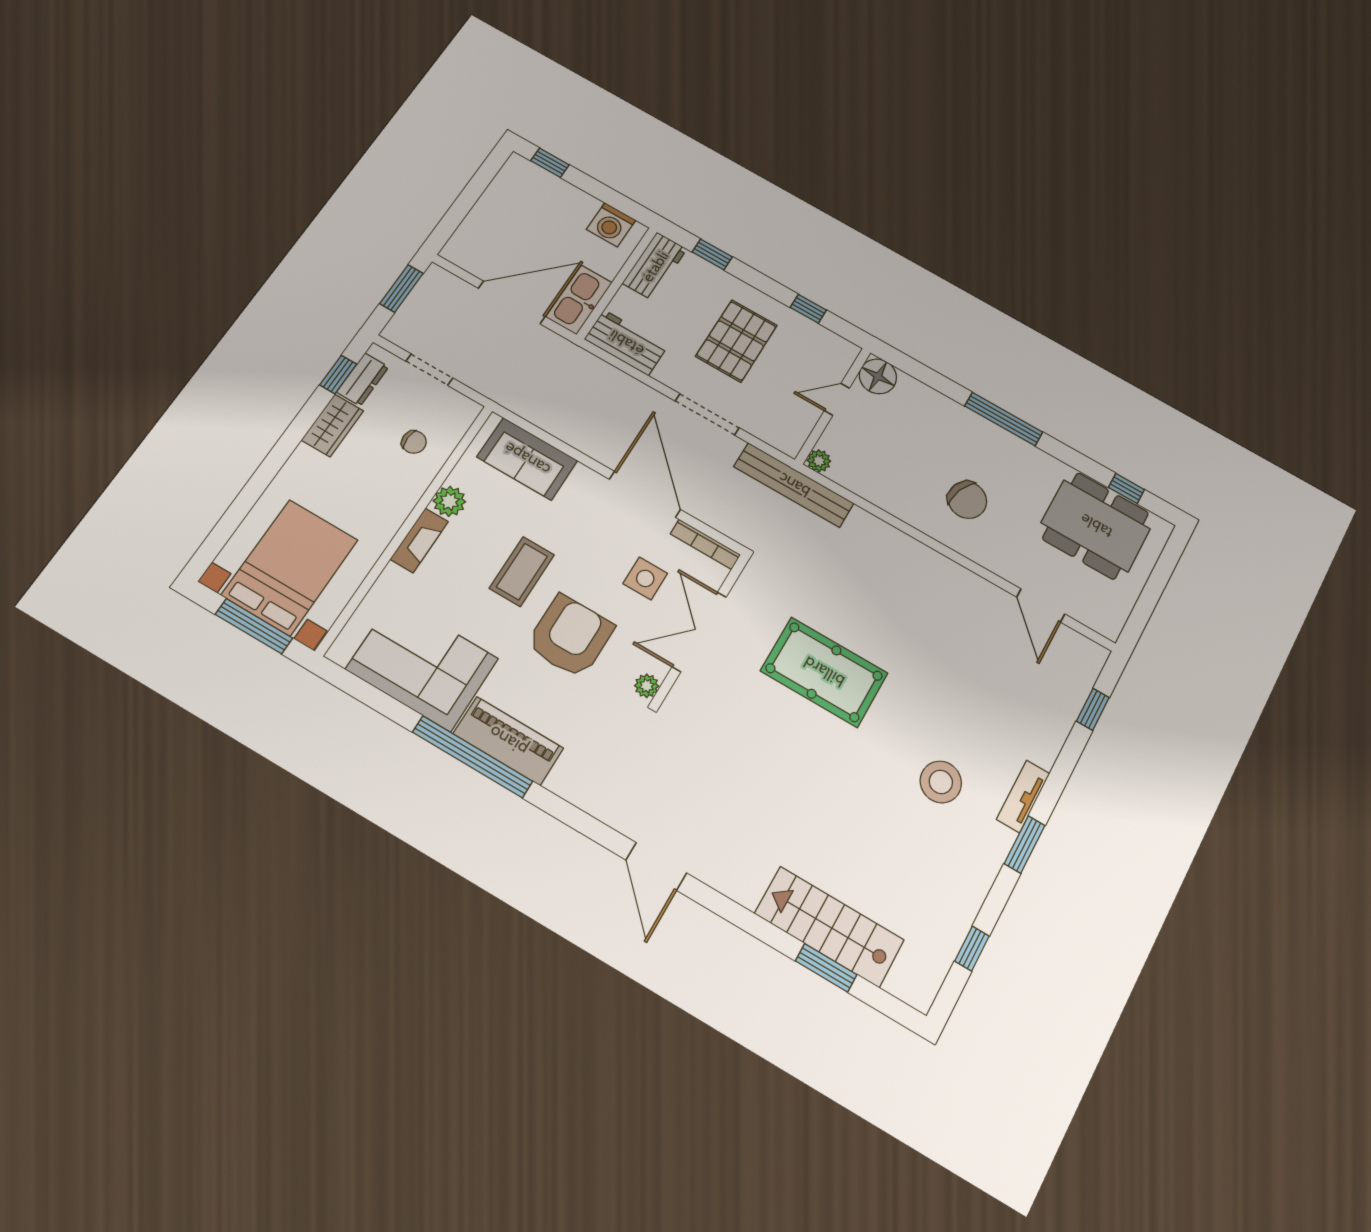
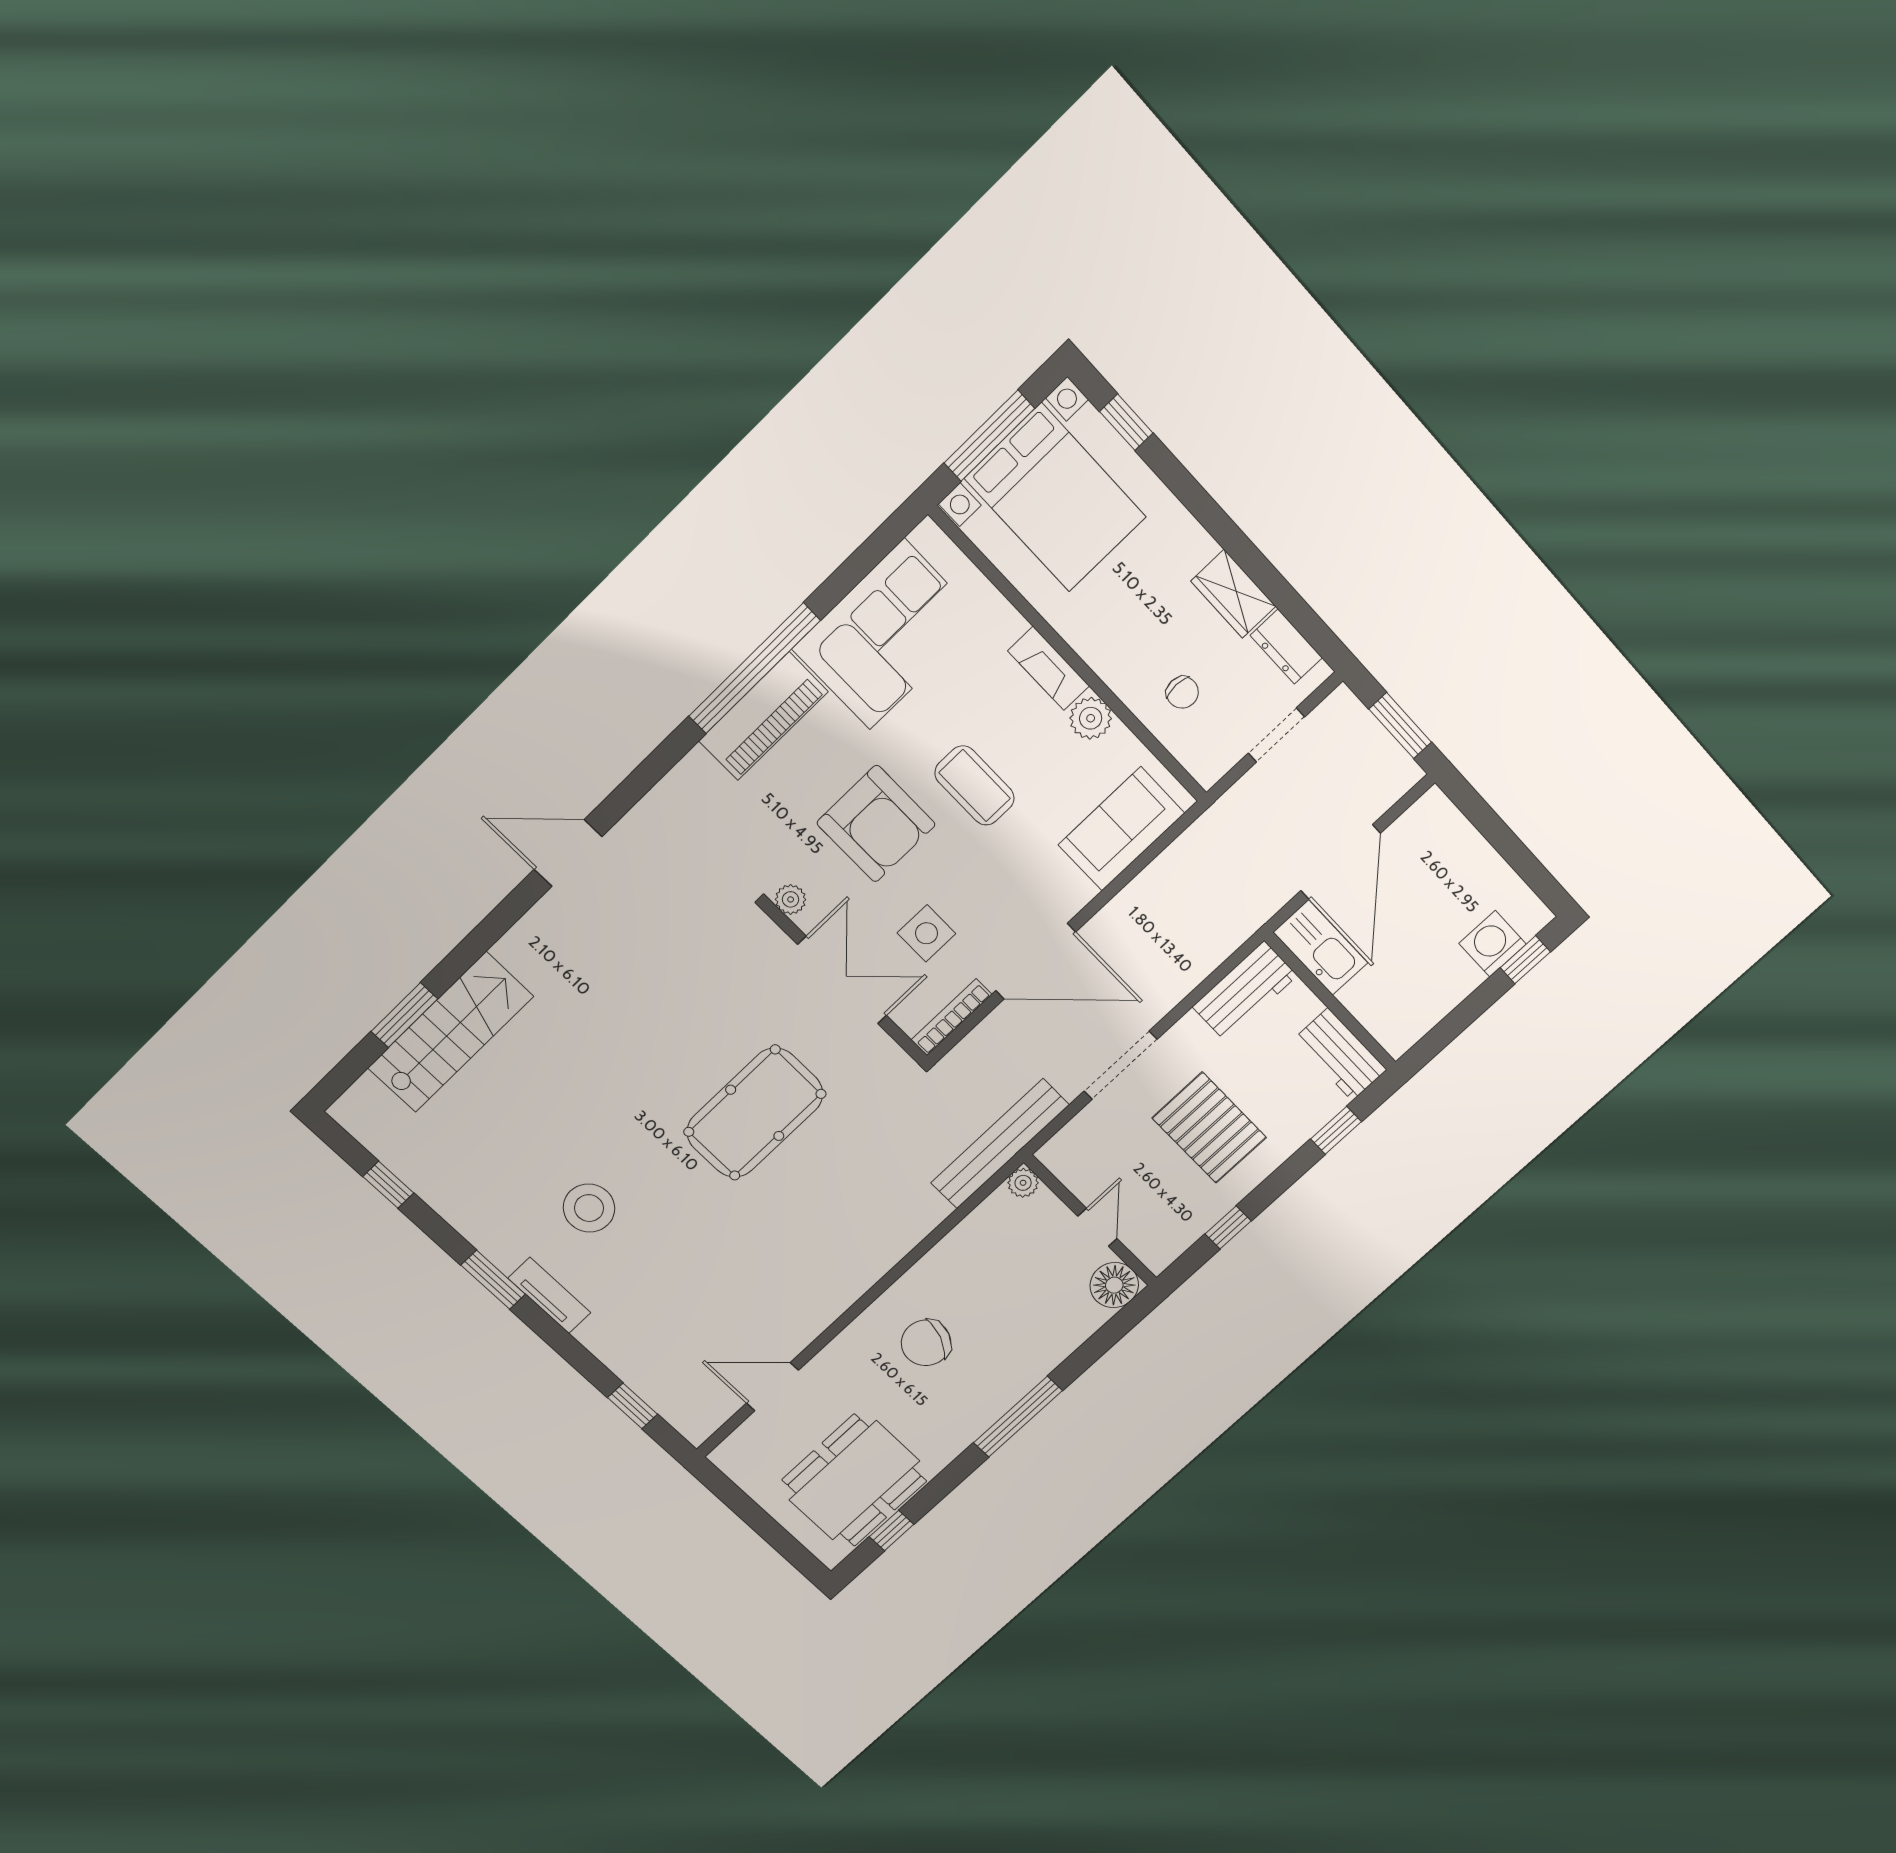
washing machine: (611, 225) -> (1493, 944), moved
window: (338, 375) -> (1126, 422), moved
chair: (414, 442) -> (1182, 692), turned -90

